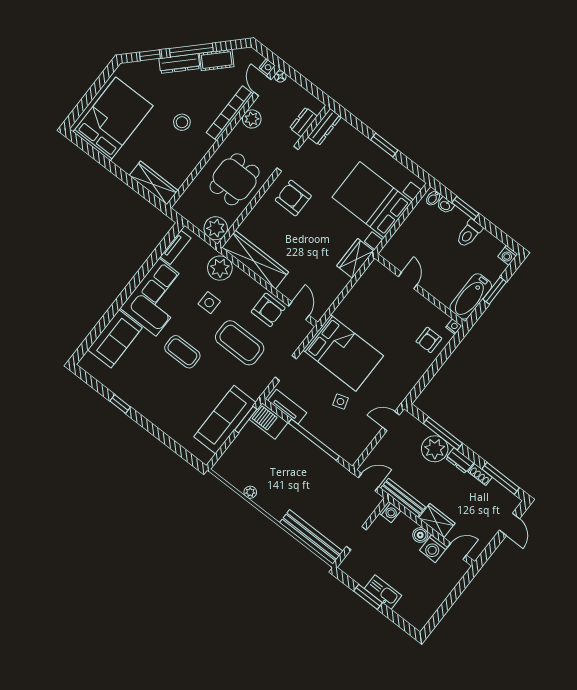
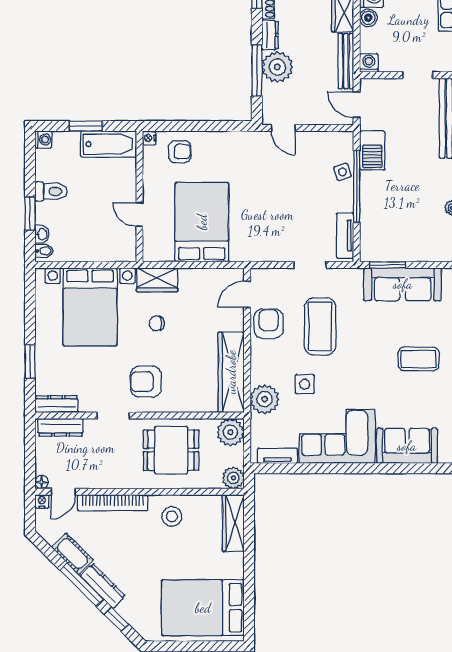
plant: (252, 119) -> (233, 478), moved
stool: (182, 122) -> (172, 516), moved
dresser: (303, 122) -> (60, 427), width x1.44
window: (384, 145) -> (30, 361), moved
armchair: (293, 198) -> (146, 382), turned 90
chair: (326, 236) -> (157, 323), added
door: (408, 281) -> (139, 215), hinge flipped
coffee table: (182, 352) -> (419, 359), moved, turned 90
bed: (343, 353) -> (202, 222), moved
side table: (340, 402) -> (342, 172), moved
barbecue: (268, 421) -> (372, 151), moved

